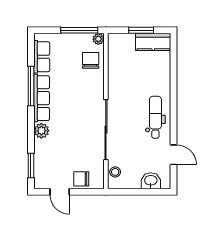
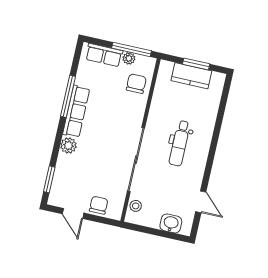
plant: (98, 39) -> (129, 58), moved
kitchen counter: (153, 42) -> (191, 76), moved
row of seats: (42, 57) -> (104, 55), moved, turned 90
dental chair: (155, 117) -> (180, 143), moved, turned 180
chair: (81, 179) -> (99, 205), turned 90

